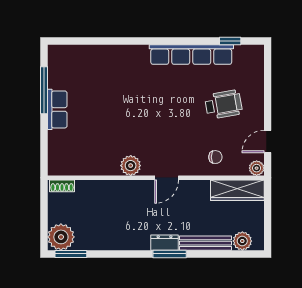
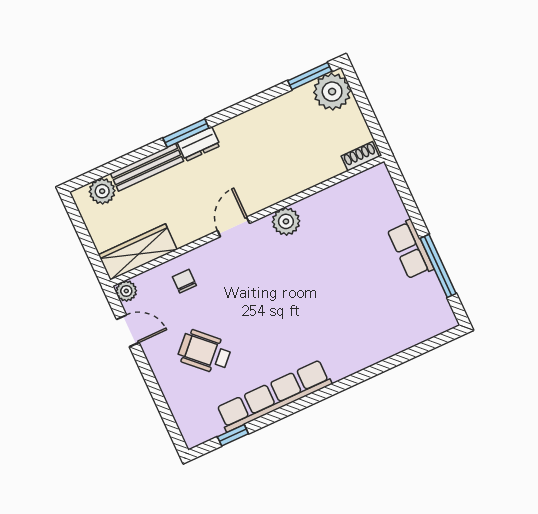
wheelchair: (223, 104) -> (205, 352), turned 54
door: (268, 141) -> (128, 331), hinge flipped
chair: (215, 157) -> (184, 281), turned 90

